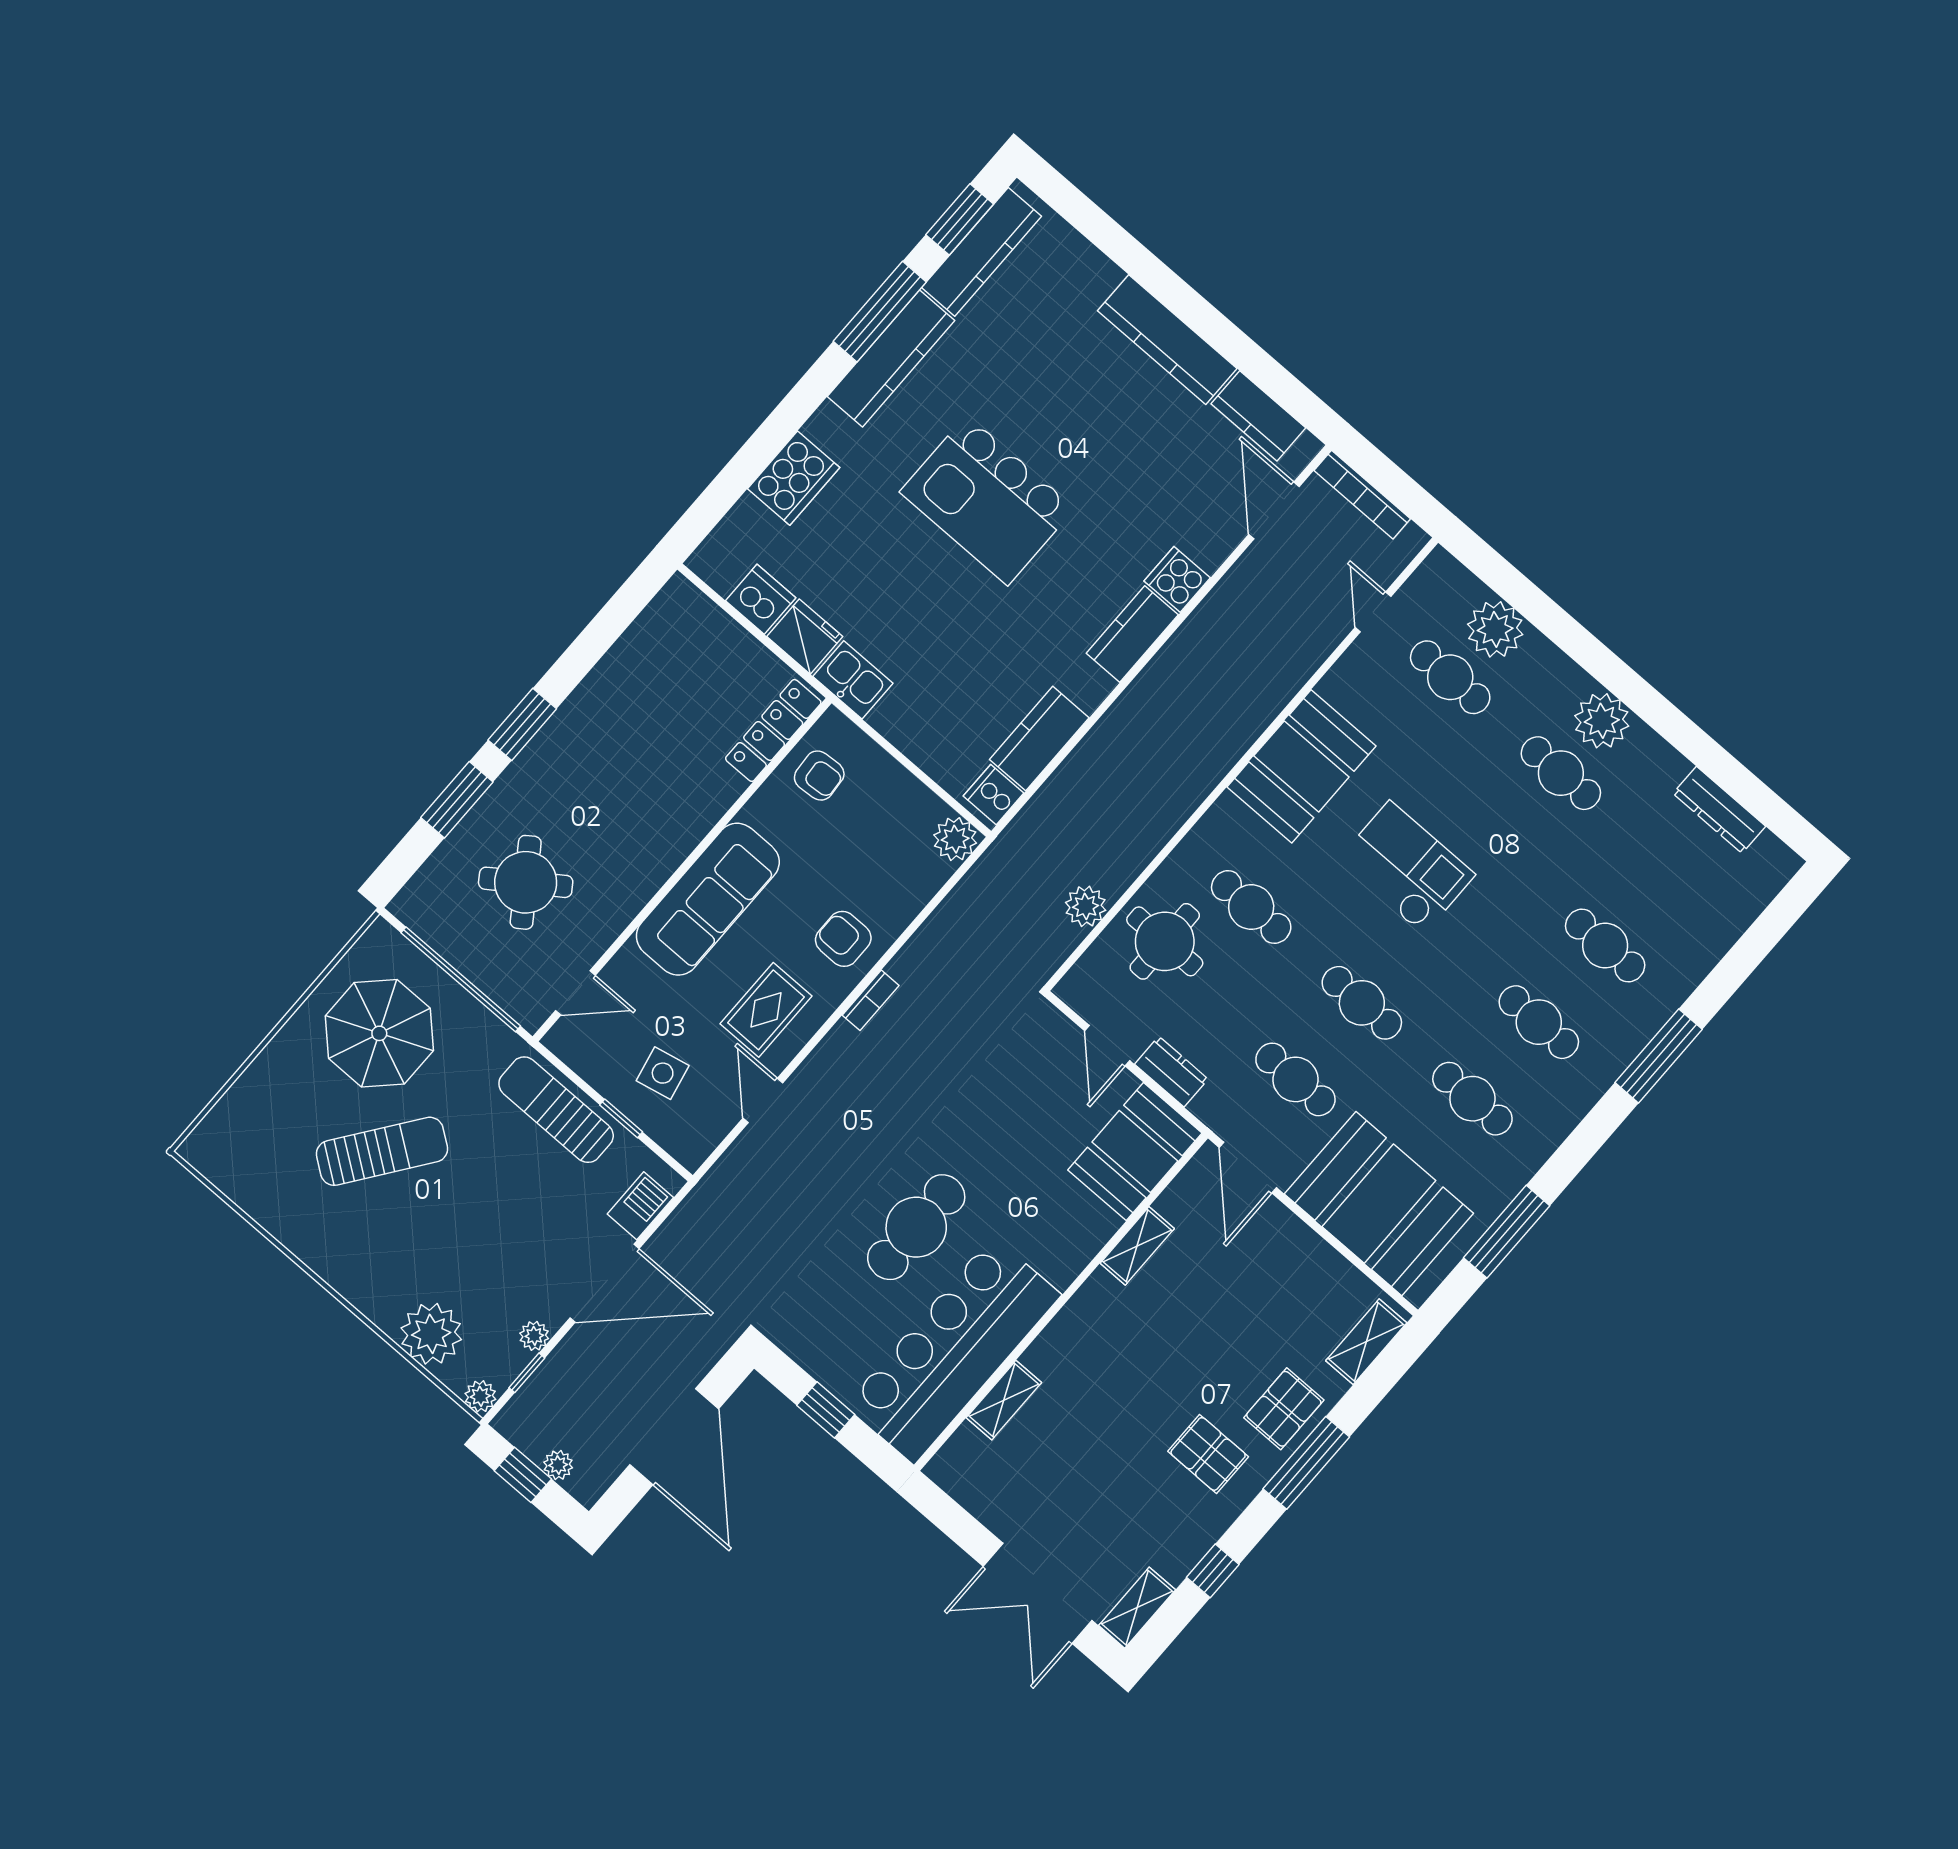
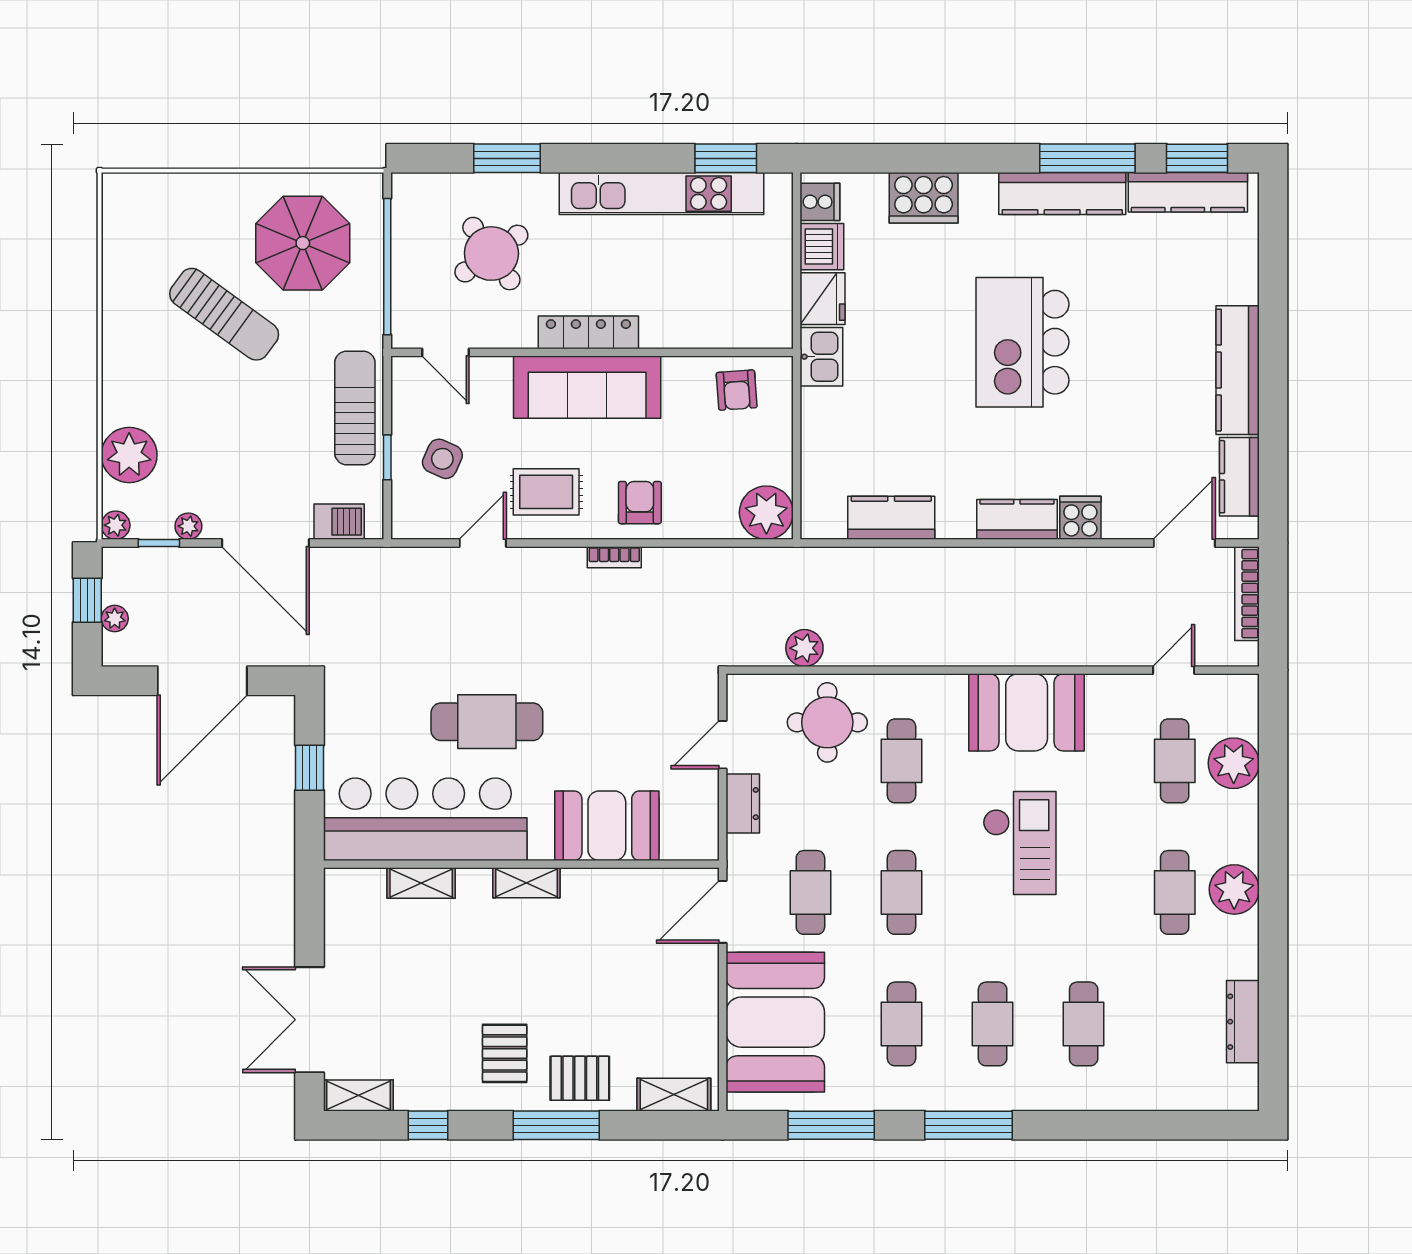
kitchen unit: (599, 695) -> (662, 194), added
window: (522, 724) -> (726, 158), moved
locker: (773, 730) -> (588, 332), moved
cooker: (993, 795) -> (820, 202), moved, turned 90
plant: (955, 839) -> (766, 513), width x1.36, depth x1.36
window: (1659, 1056) -> (968, 1125), moved
side table: (663, 1073) -> (442, 459), turned 36
booth: (1135, 1152) -> (607, 826), moved
shelving: (1137, 1246) -> (526, 883), moved

